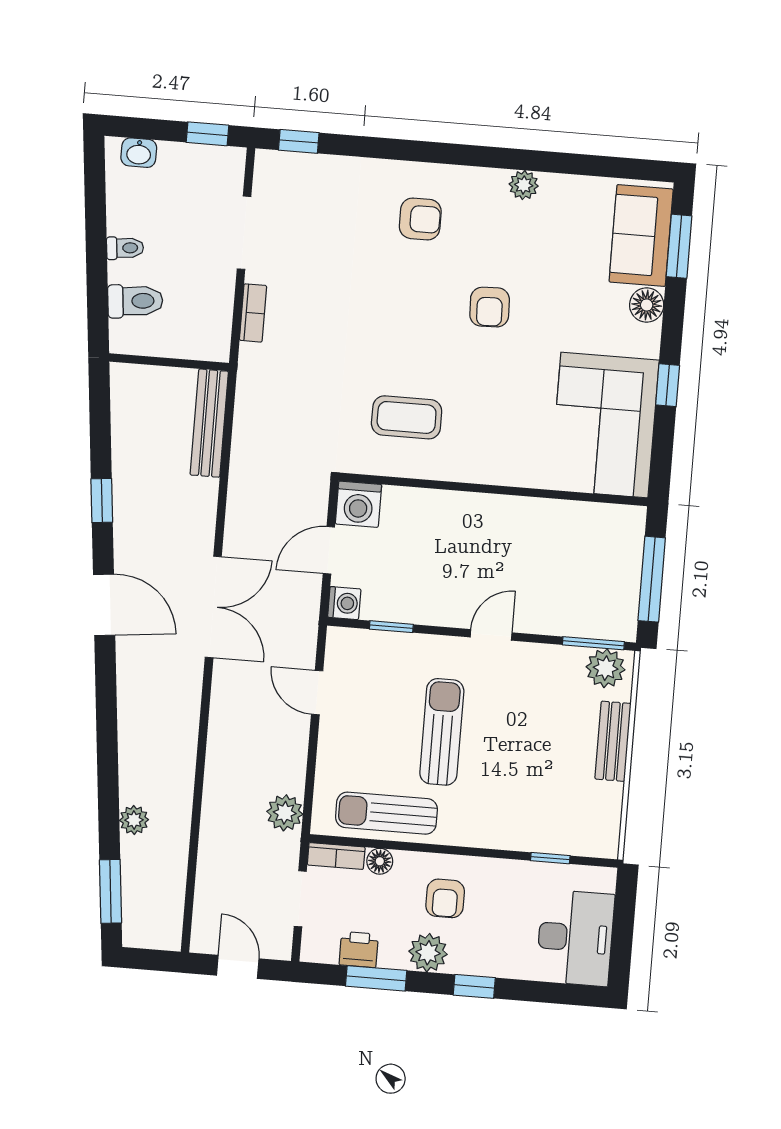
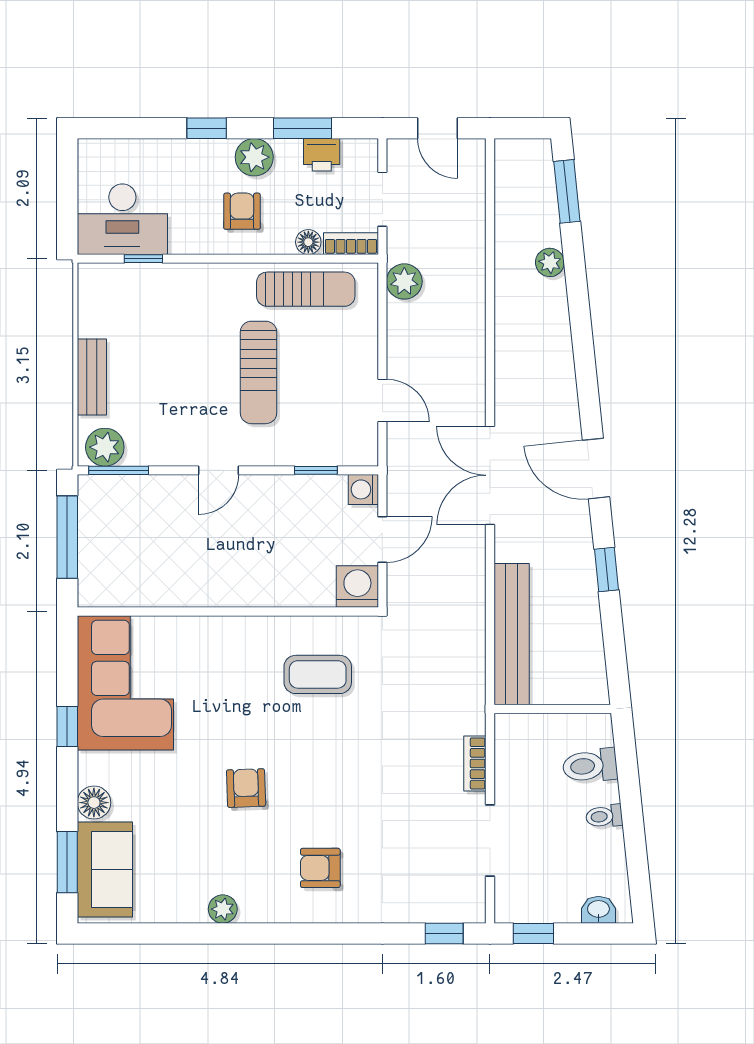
bench: (209, 423) -> (512, 634), width x1.37, depth x1.21
desk: (575, 938) -> (122, 219), moved, turned -90

